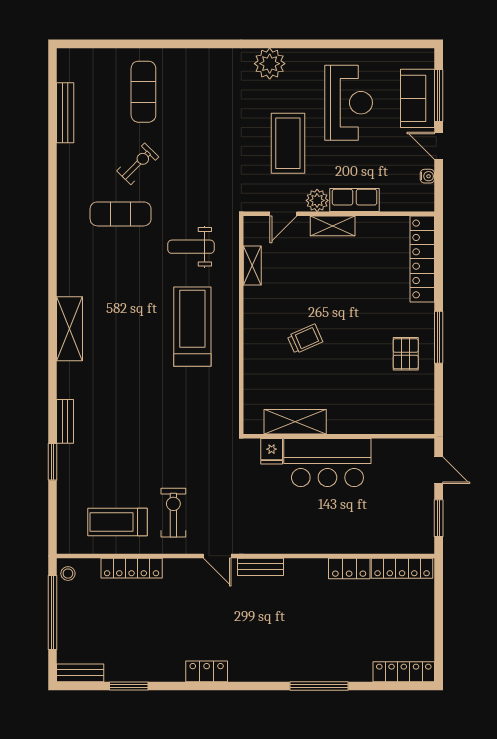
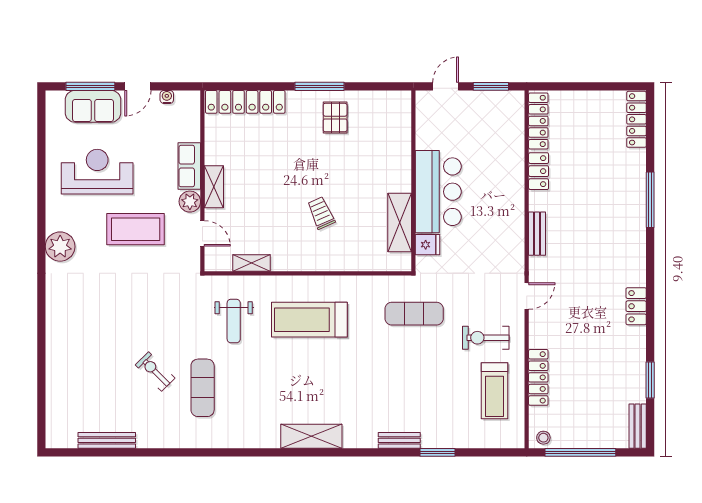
exercise mat: (143, 92) -> (414, 314), moved
pallet: (406, 354) -> (335, 118), turned 90
bench: (260, 567) -> (537, 234), moved

